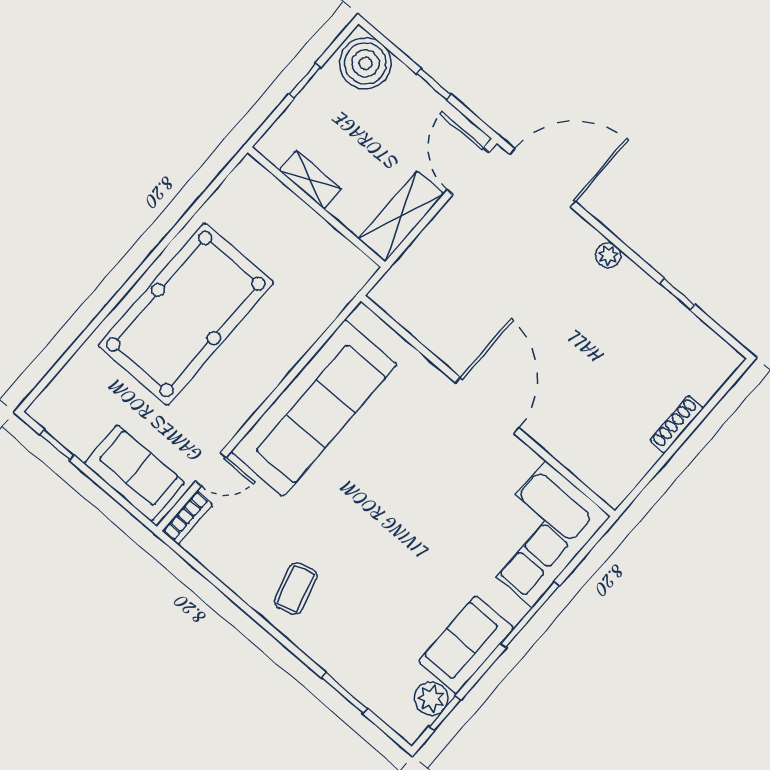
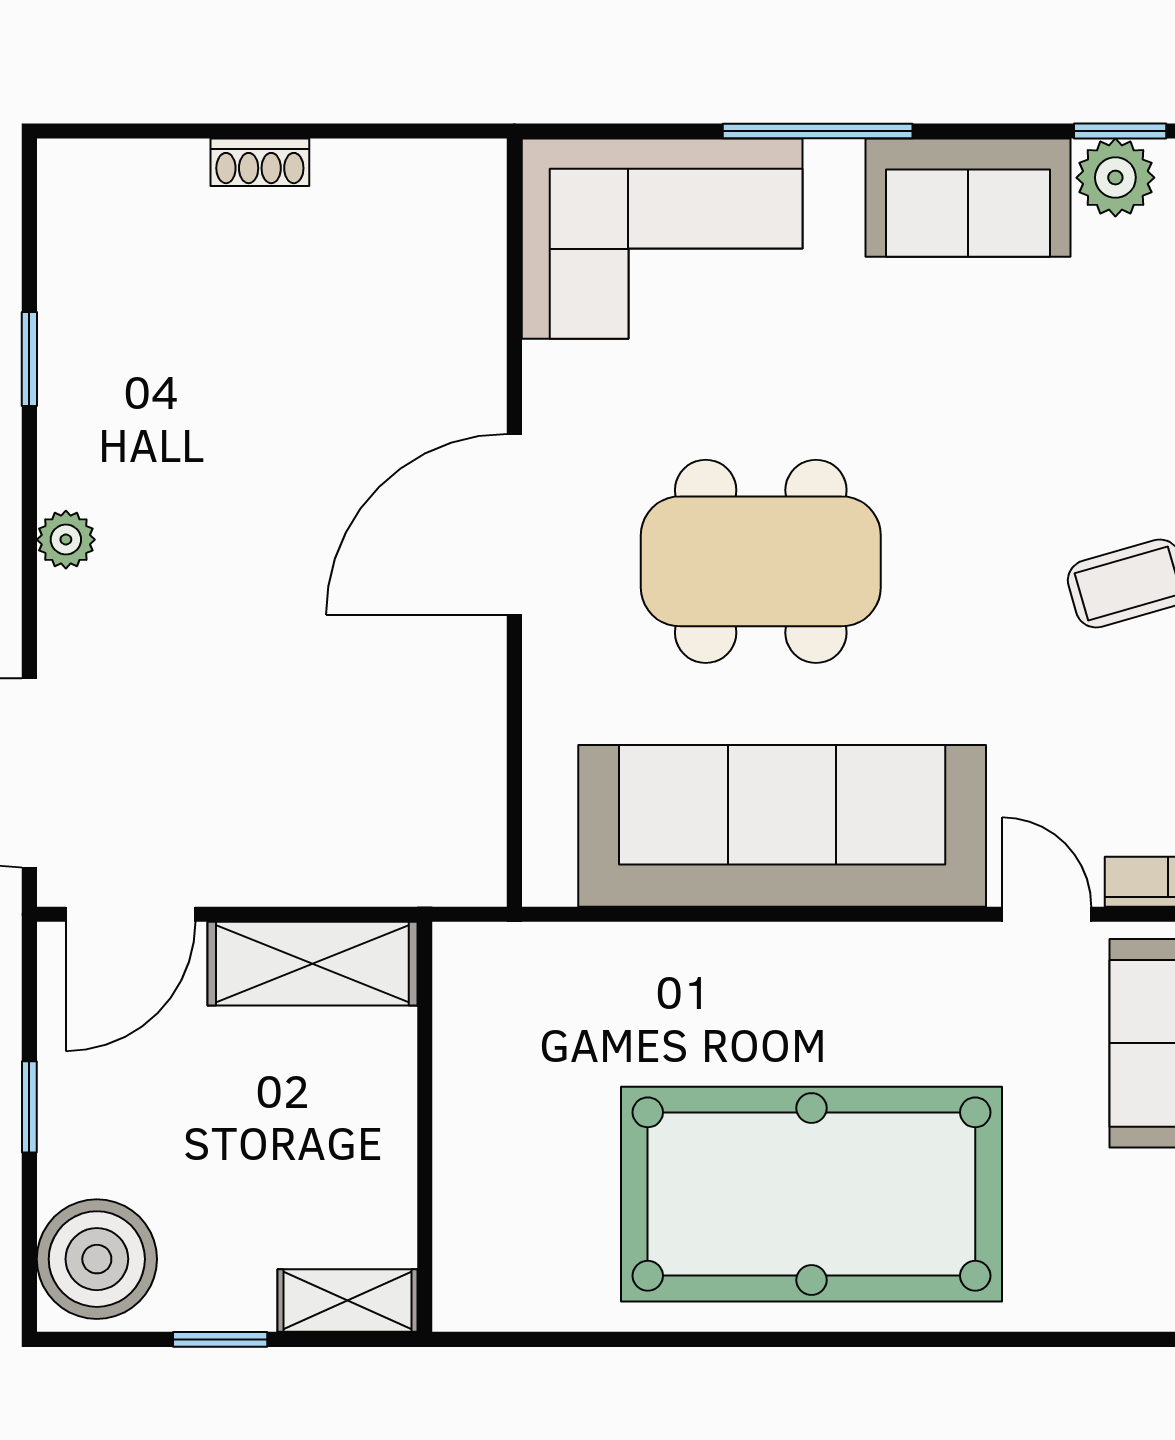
shelving: (310, 180) -> (347, 1301), moved, turned 90
shoe rack: (676, 424) -> (260, 162), width x0.70
dining table: (406, 475) -> (761, 561), added

